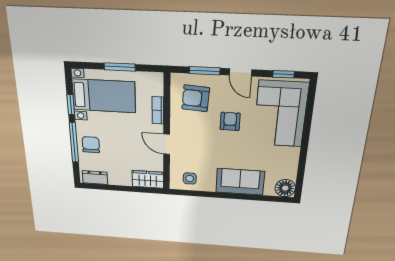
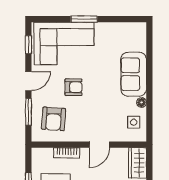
armchair: (230, 121) -> (73, 87), turned 180
window: (306, 137) -> (84, 19), added
floor lamp: (285, 188) -> (142, 102), moved, width x0.53, depth x0.53

